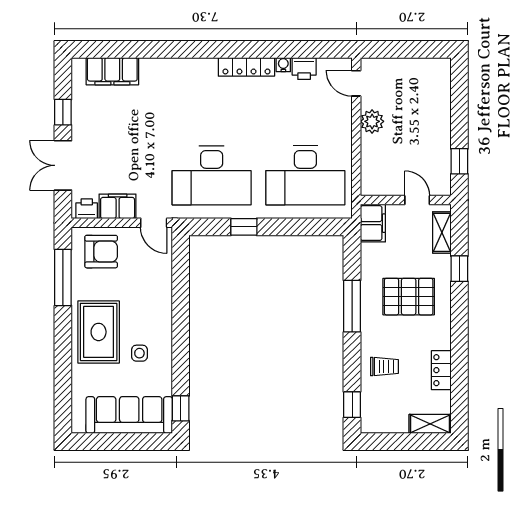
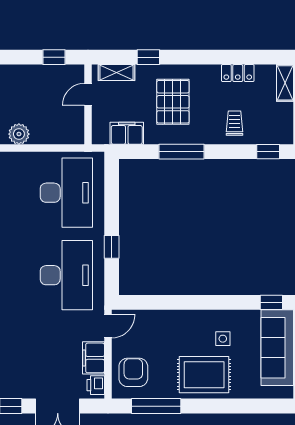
filing cabinet: (373, 223) -> (127, 133), moved

